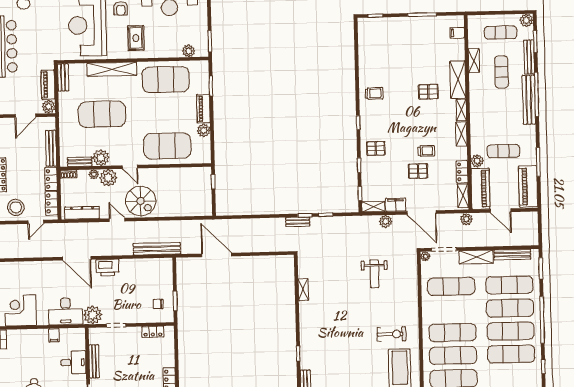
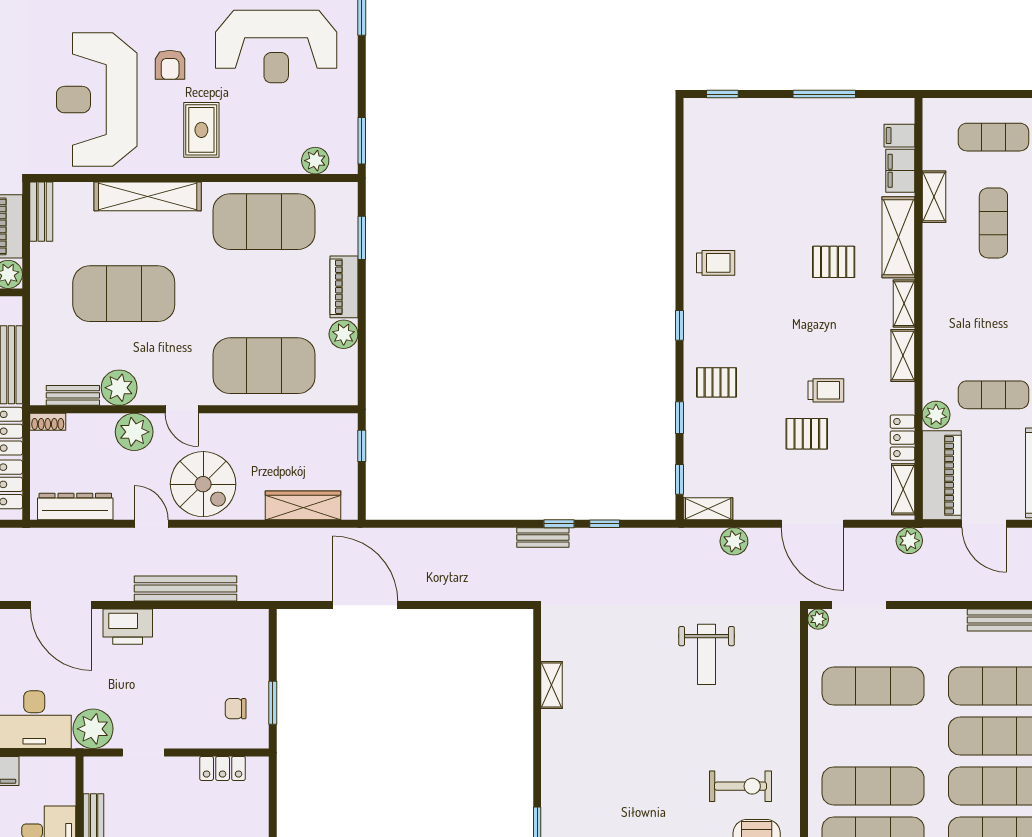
plant: (94, 174) -> (103, 424), removed
filing cabinet: (396, 205) -> (900, 171), moved, turned -90
wardrobe: (187, 210) -> (303, 505), added
bench: (157, 249) -> (185, 589), moved
shelving: (476, 257) -> (929, 623), removed

